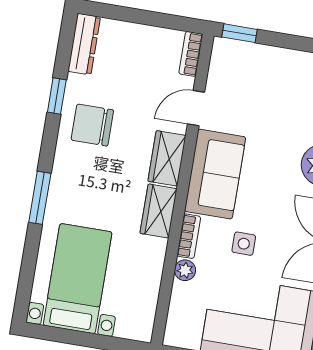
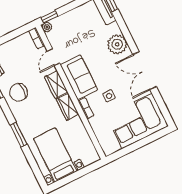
plant: (185, 270) -> (47, 27), moved

